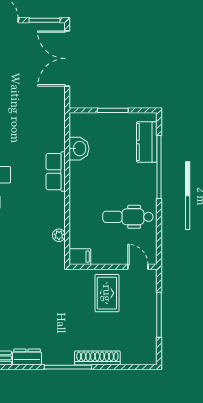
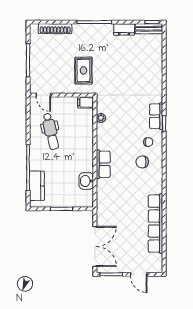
dental chair: (128, 217) -> (51, 131), turned 77
rug: (107, 293) -> (83, 71), moved
shoe rack: (97, 358) -> (55, 29), moved

